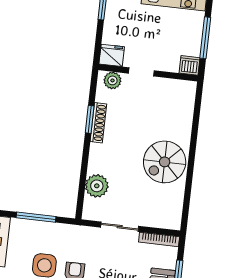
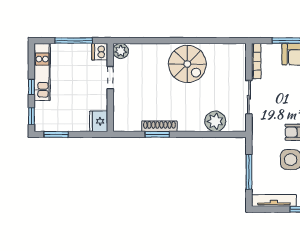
doorway: (141, 72) -> (110, 78), moved
plant: (112, 80) -> (121, 51), moved

